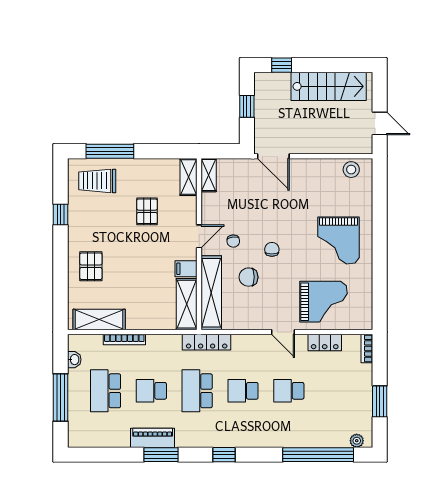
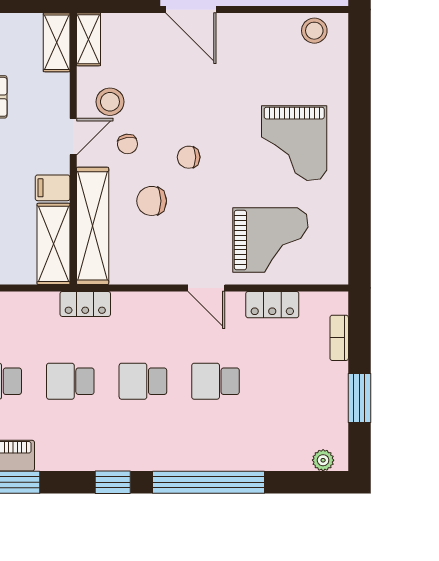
stool: (222, 214) -> (110, 102), added
chair: (272, 249) -> (189, 157), turned -90
locker: (207, 342) -> (85, 304), width x0.66
bookcase: (367, 348) -> (339, 338), moved
school desk: (197, 391) -> (70, 381), width x0.54
window: (318, 455) -> (209, 482), moved

